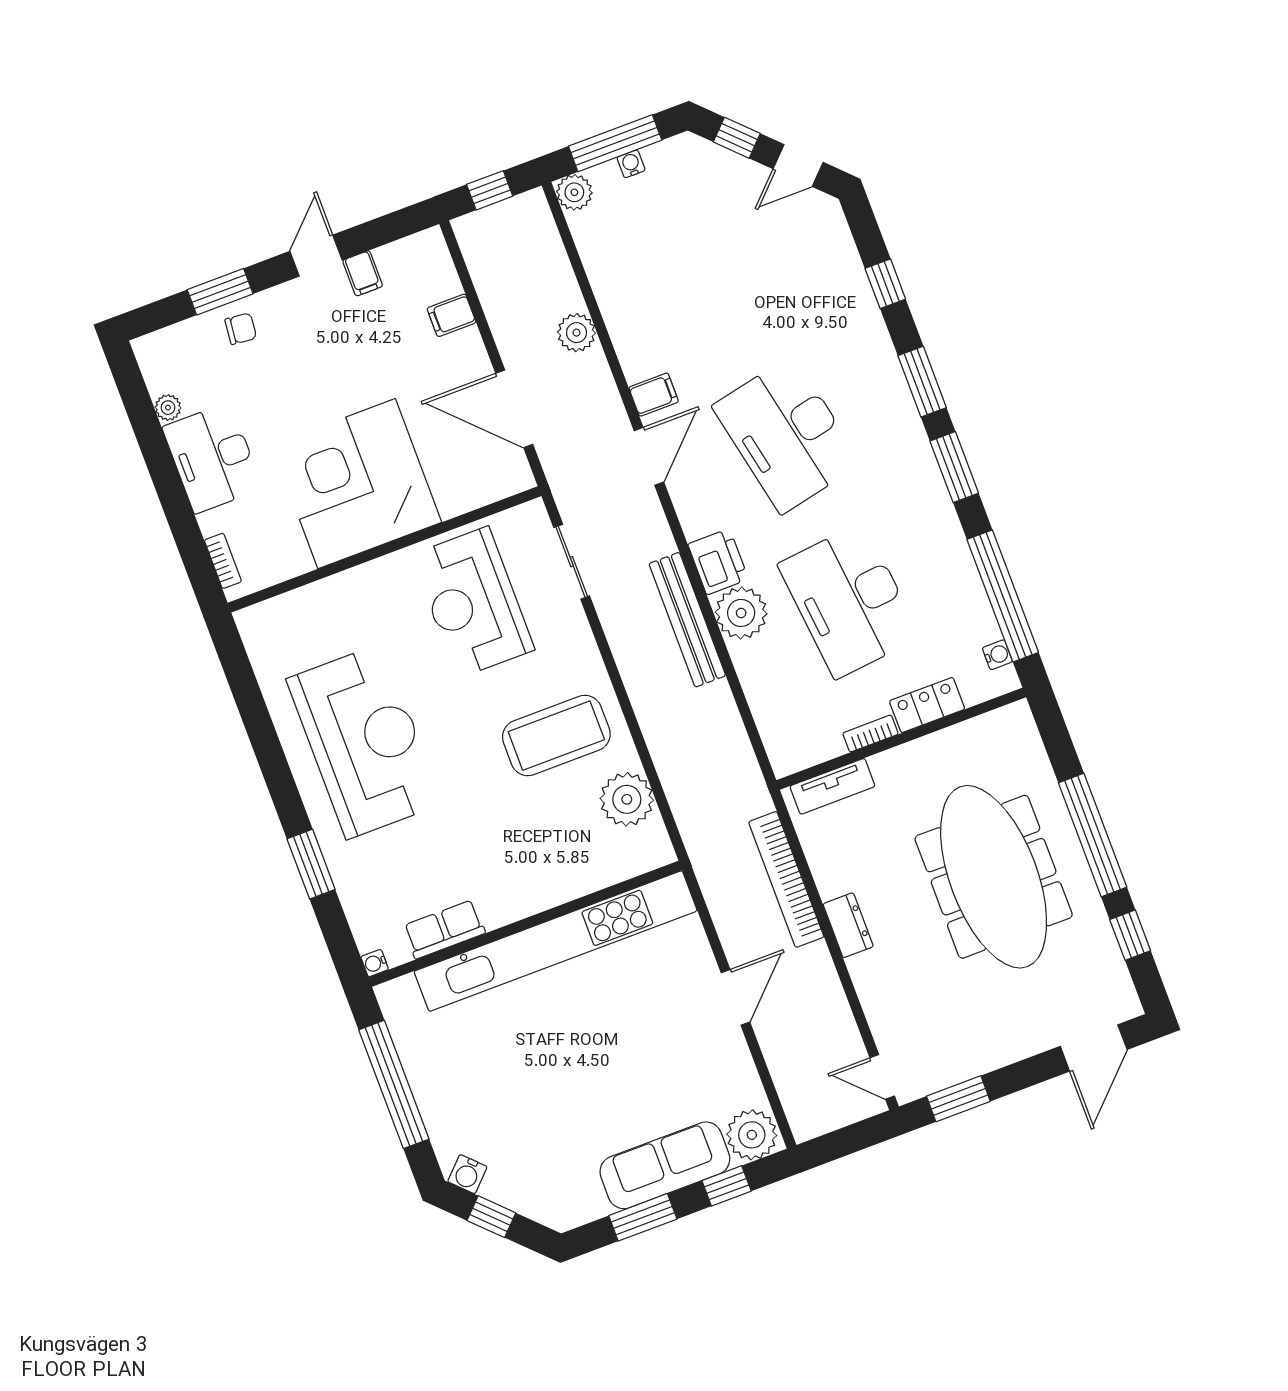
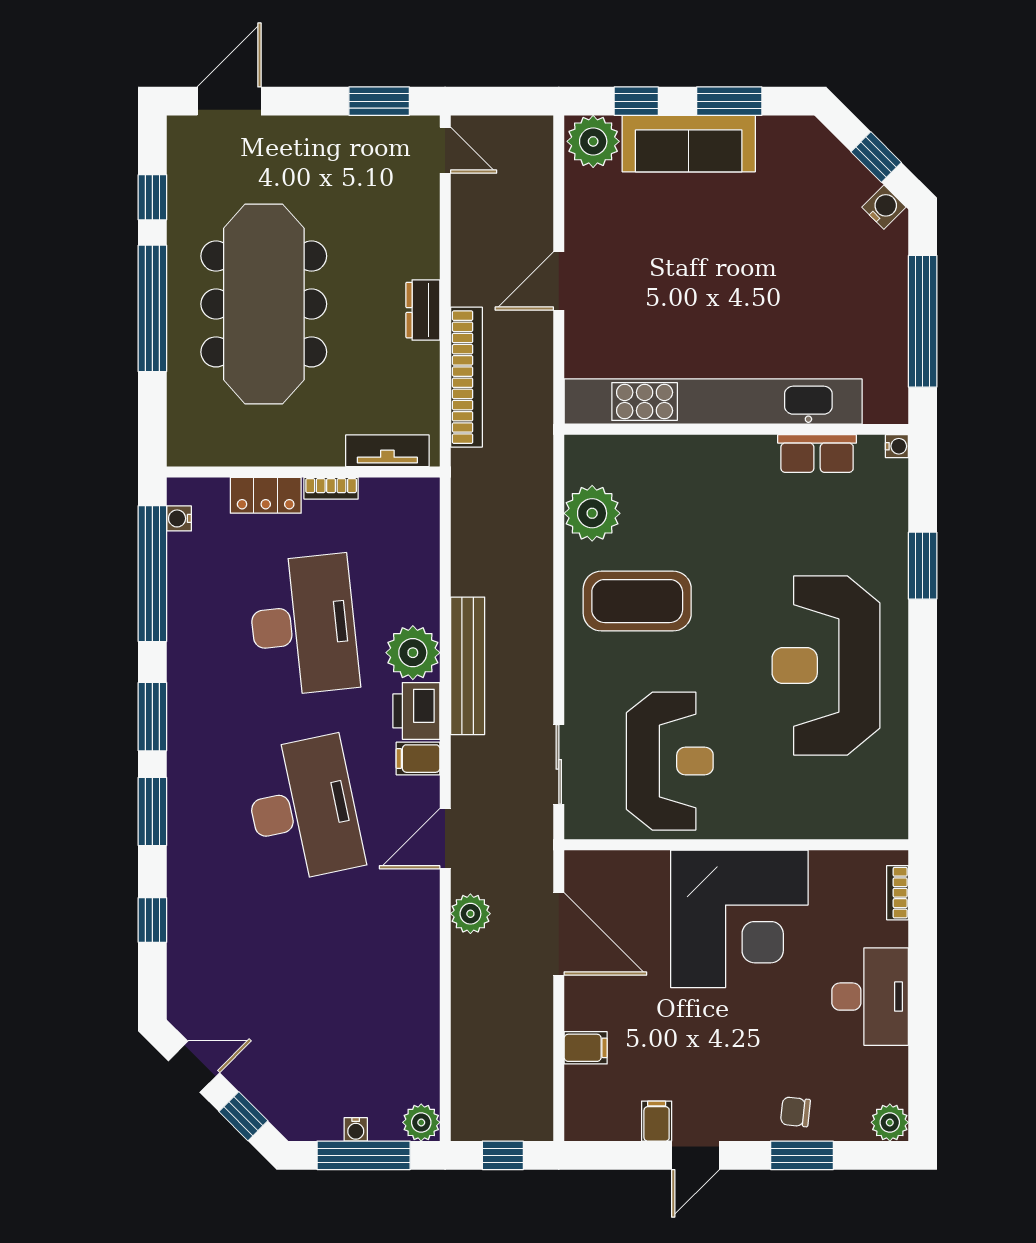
plant: (576, 333) -> (470, 914), moved
filing cabinet: (654, 395) -> (418, 759), moved
plant: (168, 408) -> (890, 1122), moved, width x1.38, depth x1.38

